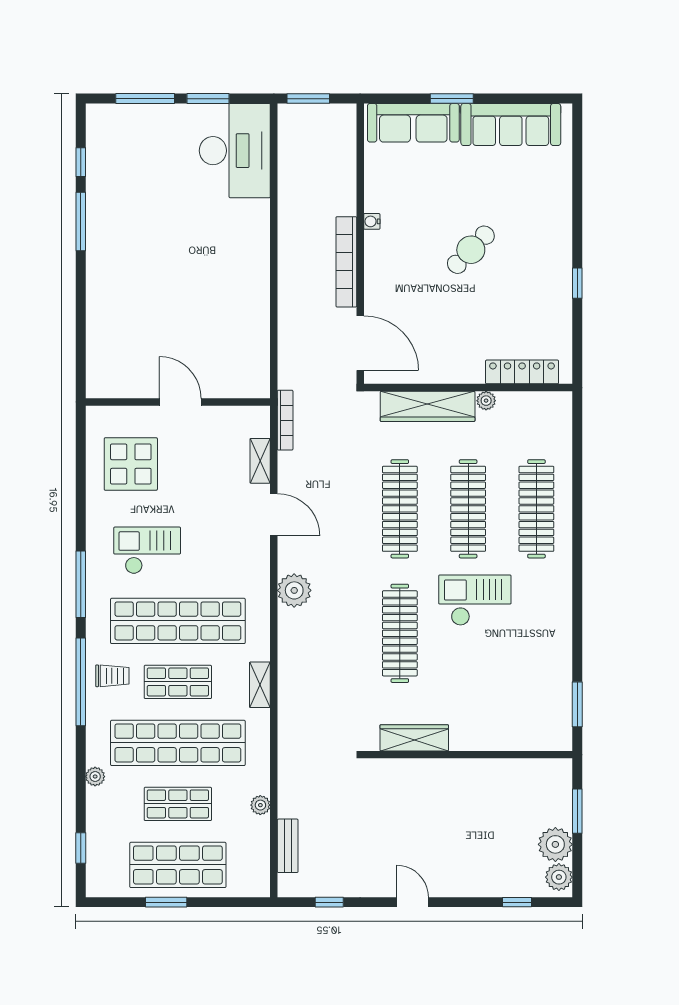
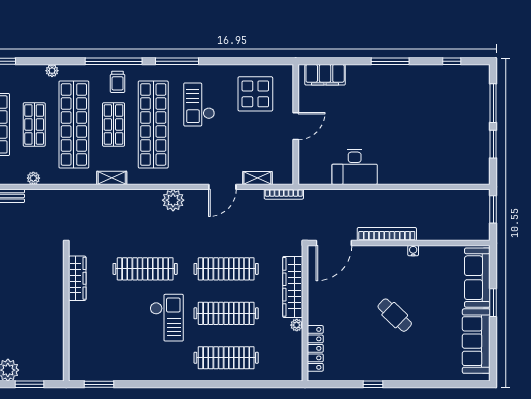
desk: (235, 151) -> (355, 167), moved, width x0.73, depth x0.77
window: (81, 222) -> (390, 61), moved
filing cabinet: (102, 357) -> (325, 75), added
checkout: (147, 550) -> (199, 104), turned 180

